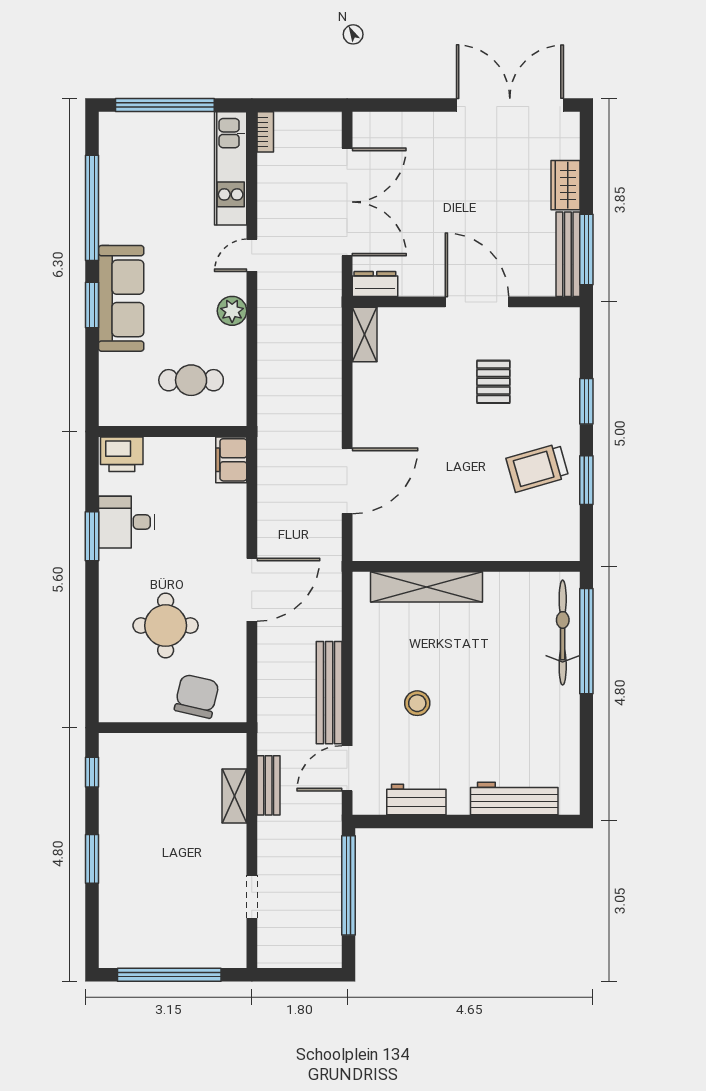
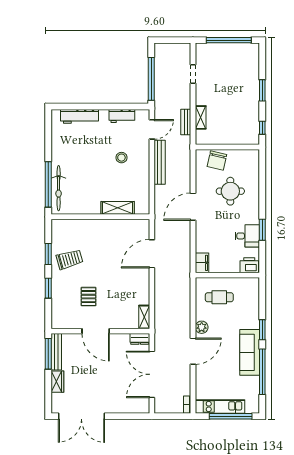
kitchen unit: (231, 168) -> (220, 407), moved, turned -90
door: (252, 255) -> (193, 351), width x1.87
sofa: (121, 298) -> (250, 352), moved
shelving: (426, 587) -> (118, 208), width x0.68

